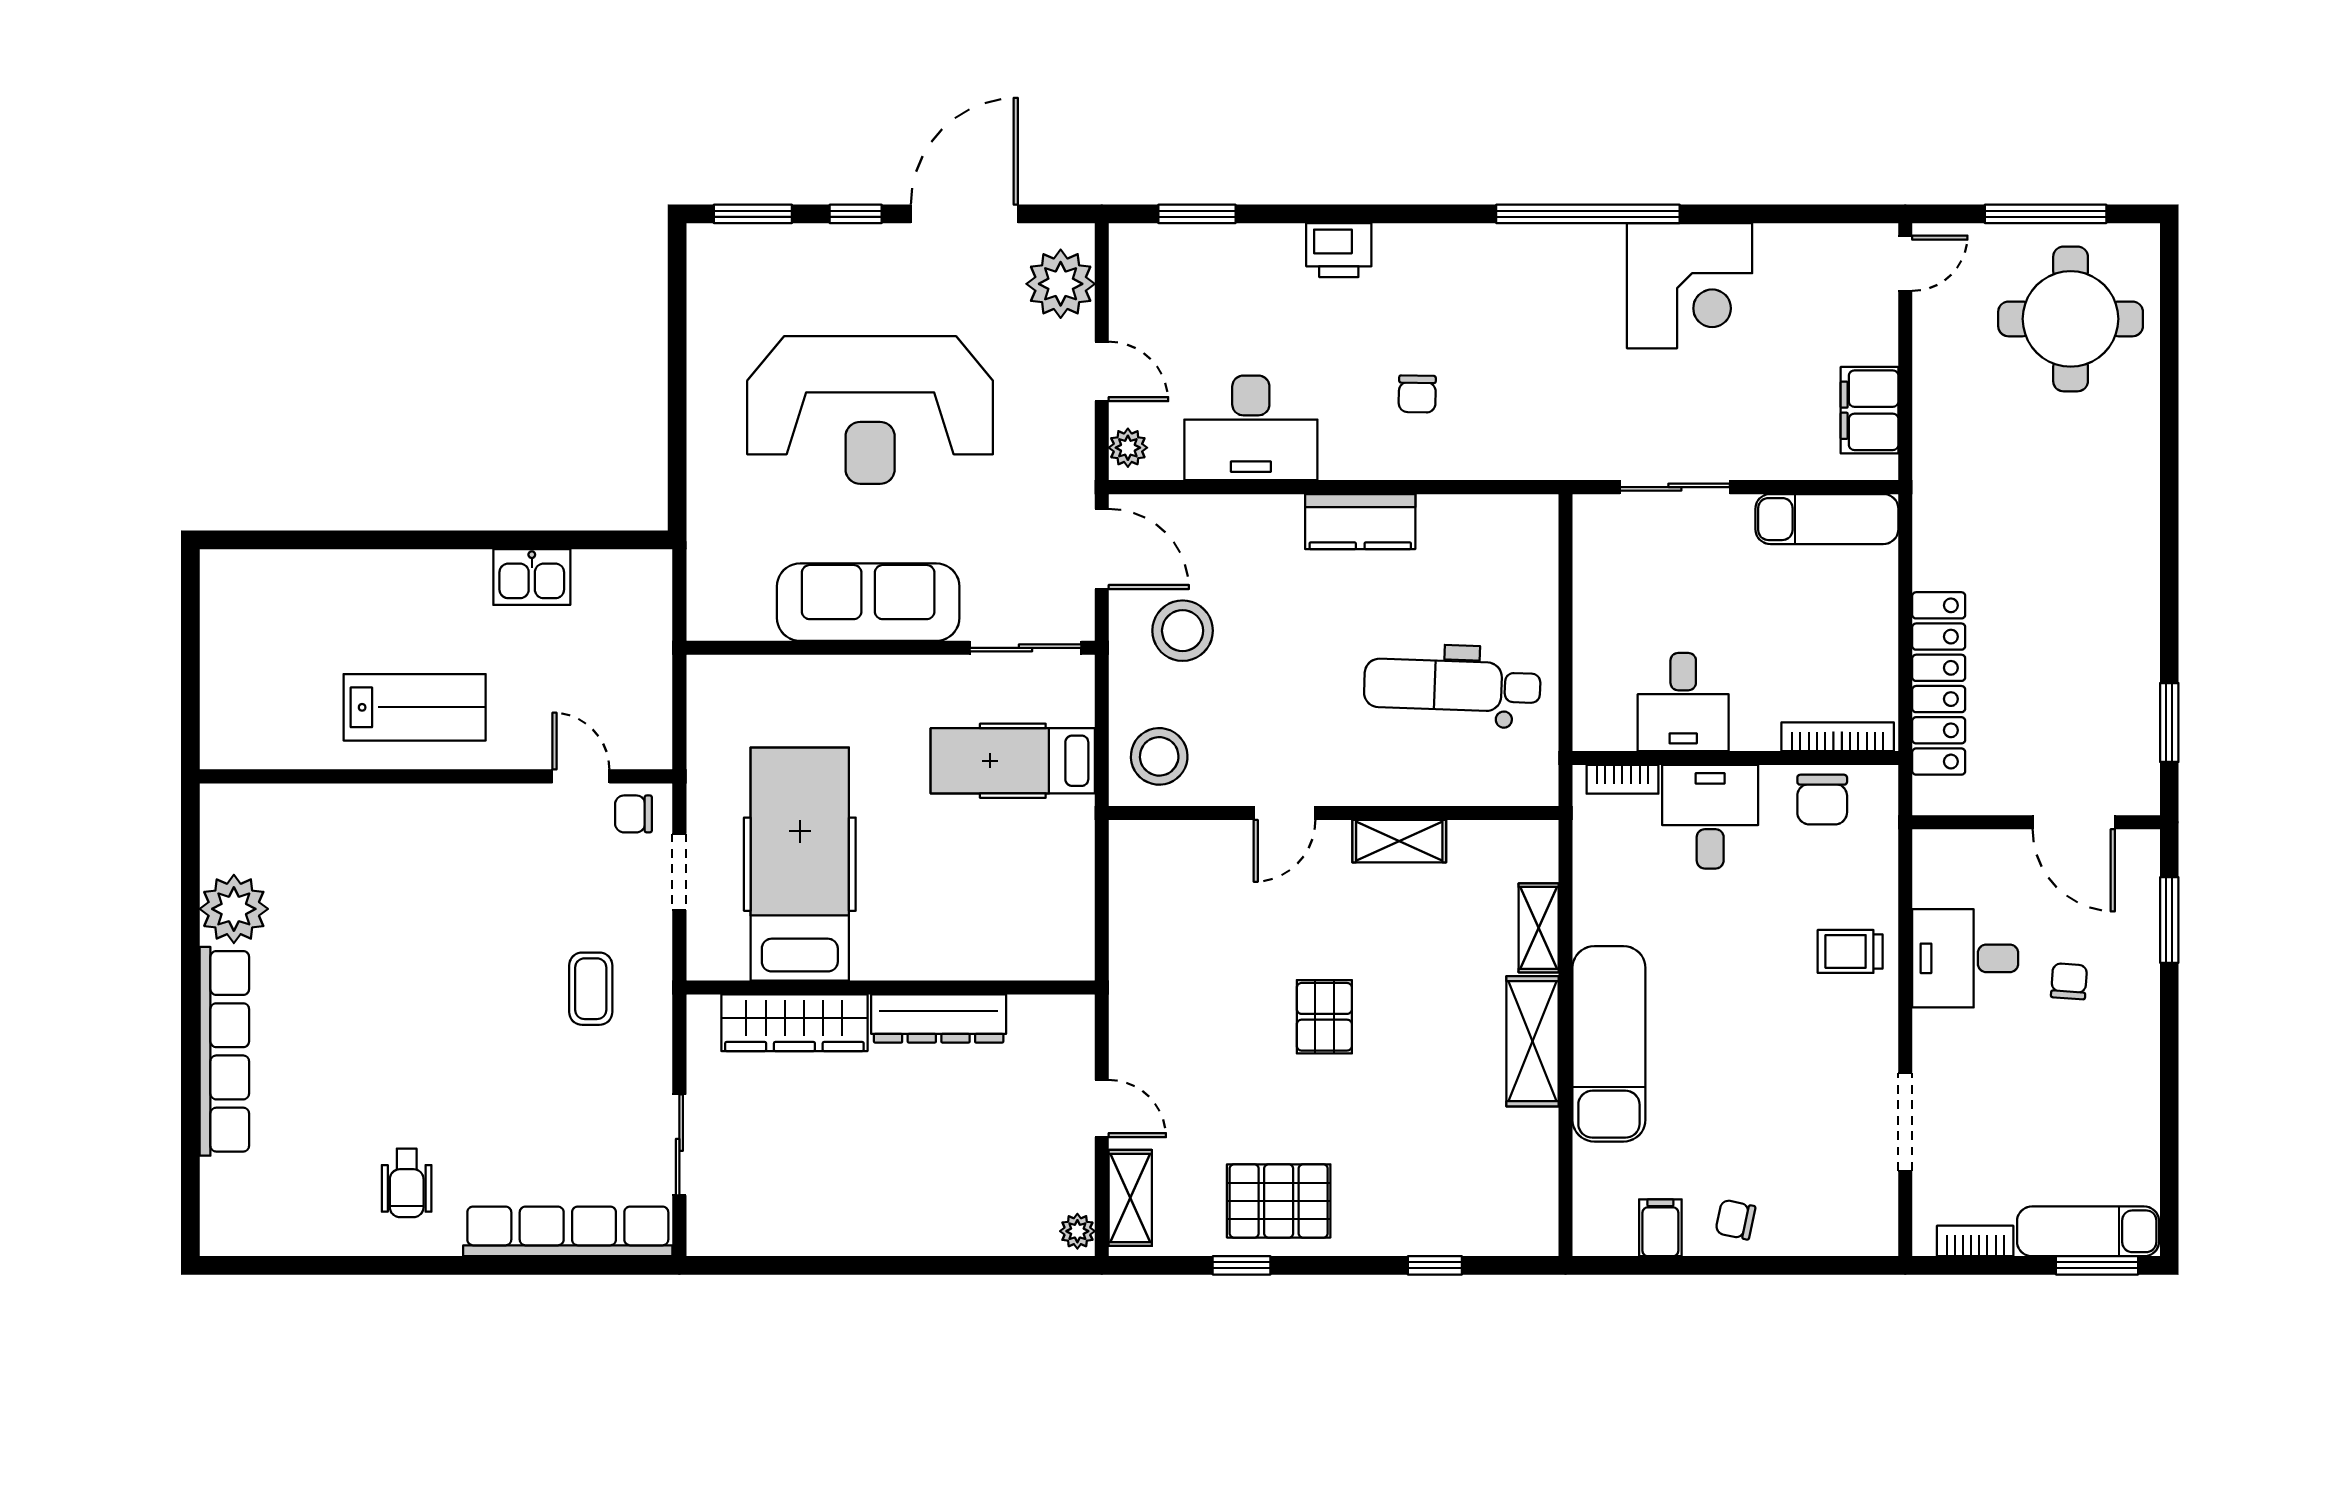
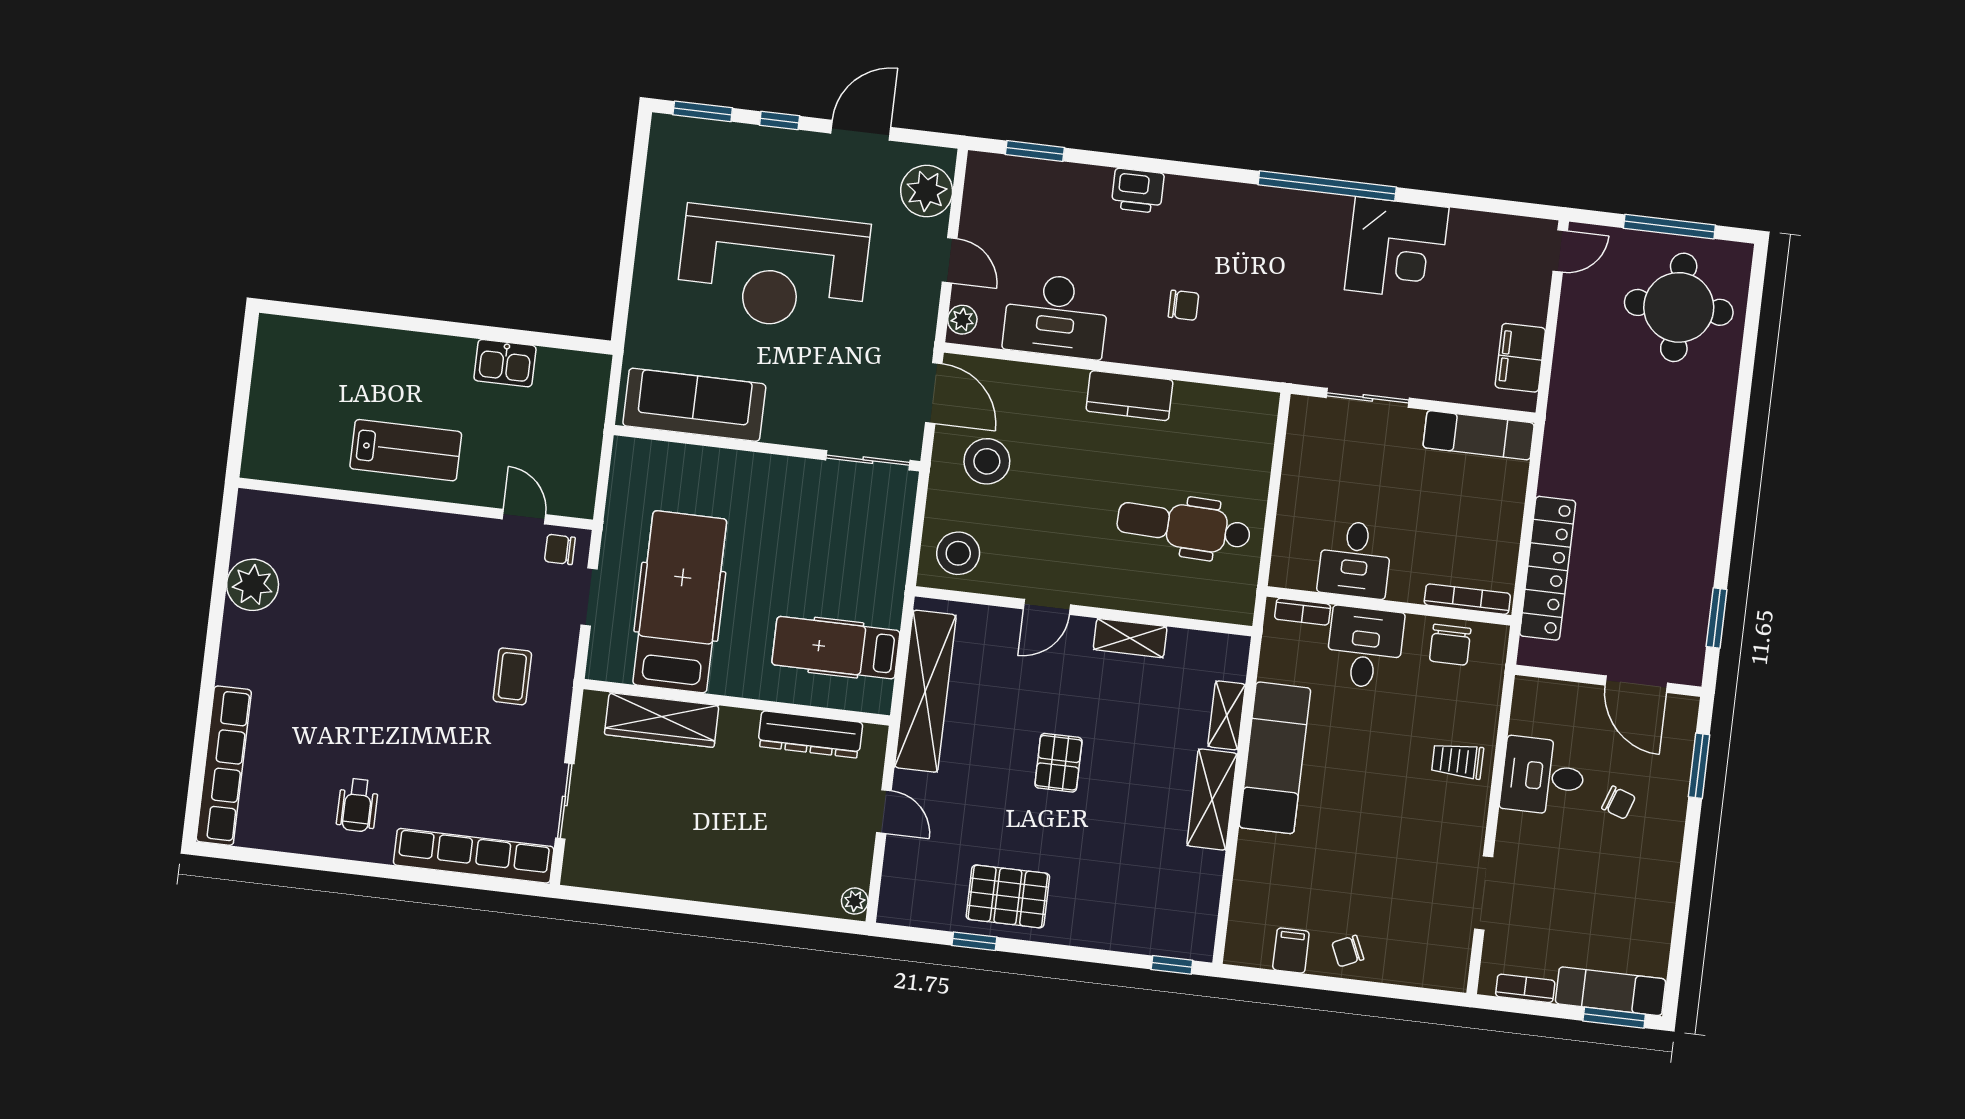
door: (964, 214) -> (861, 130), width x0.73
chair: (1417, 394) -> (1183, 305), turned -91
sofa: (868, 602) -> (694, 405), moved
hospital bed: (1013, 761) -> (836, 648), moved
chair: (2069, 981) -> (1619, 803), turned 105
dresser: (939, 1019) -> (810, 734), moved
exam couch: (1609, 1044) -> (1275, 758), moved
row of seats: (224, 1051) -> (224, 766), moved
shelving: (1130, 1198) -> (925, 691), moved, width x2.20, depth x1.33
chair: (1735, 1220) -> (1348, 951), turned -36
window: (1435, 1265) -> (1172, 965), moved

